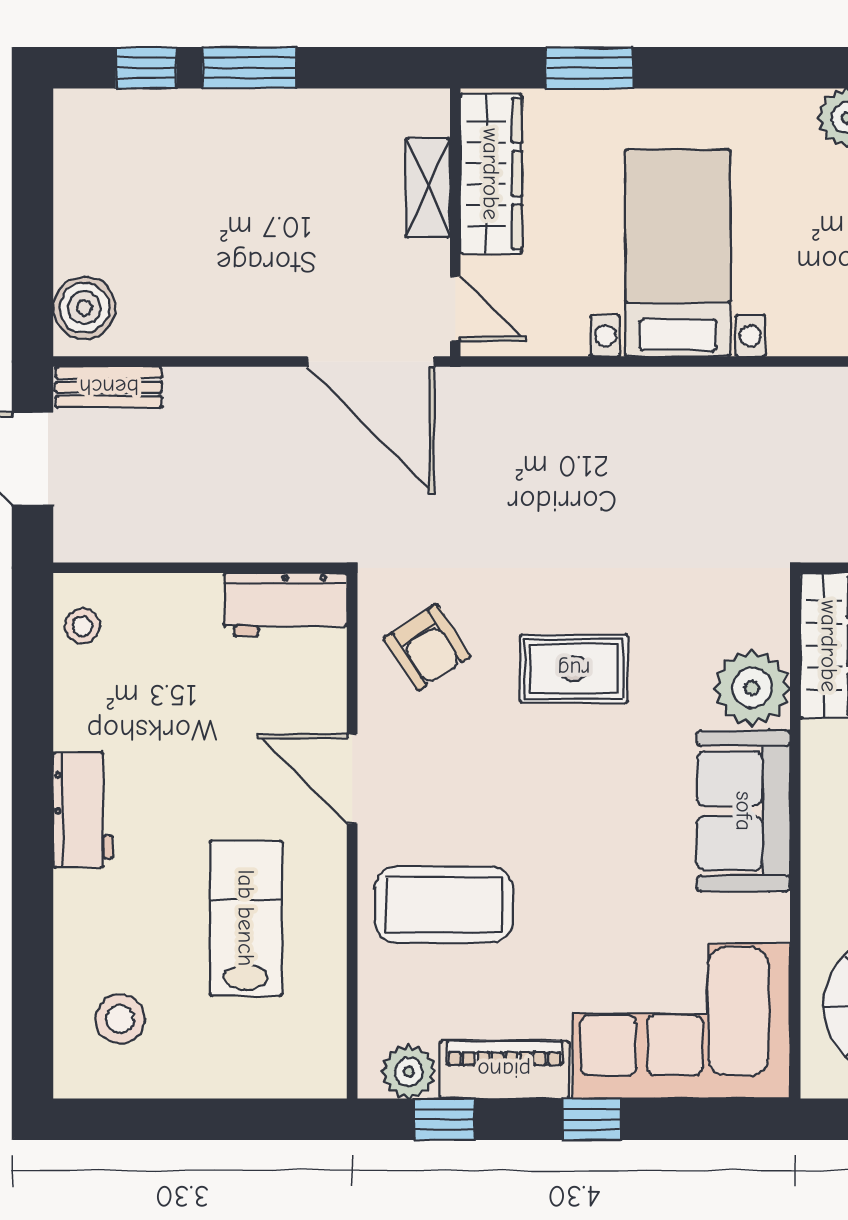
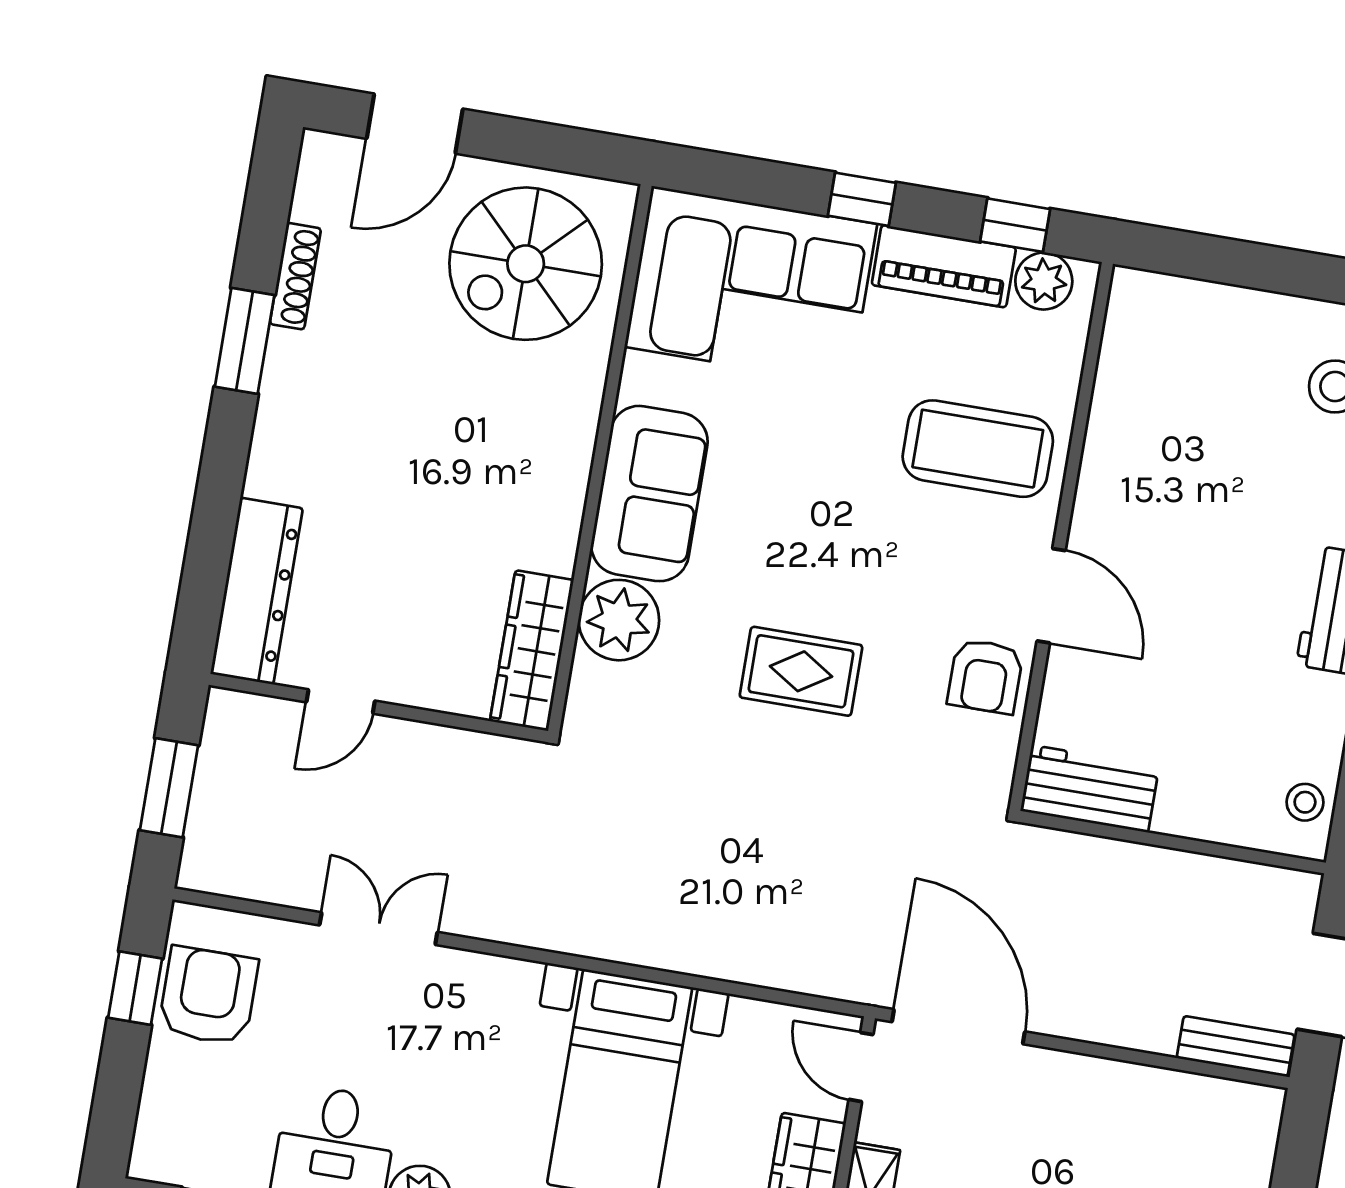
boiler: (84, 308) -> (1247, 1133), removed
armchair: (427, 647) -> (985, 676), moved, turned -147
lab bench: (246, 918) -> (1186, 469), removed

